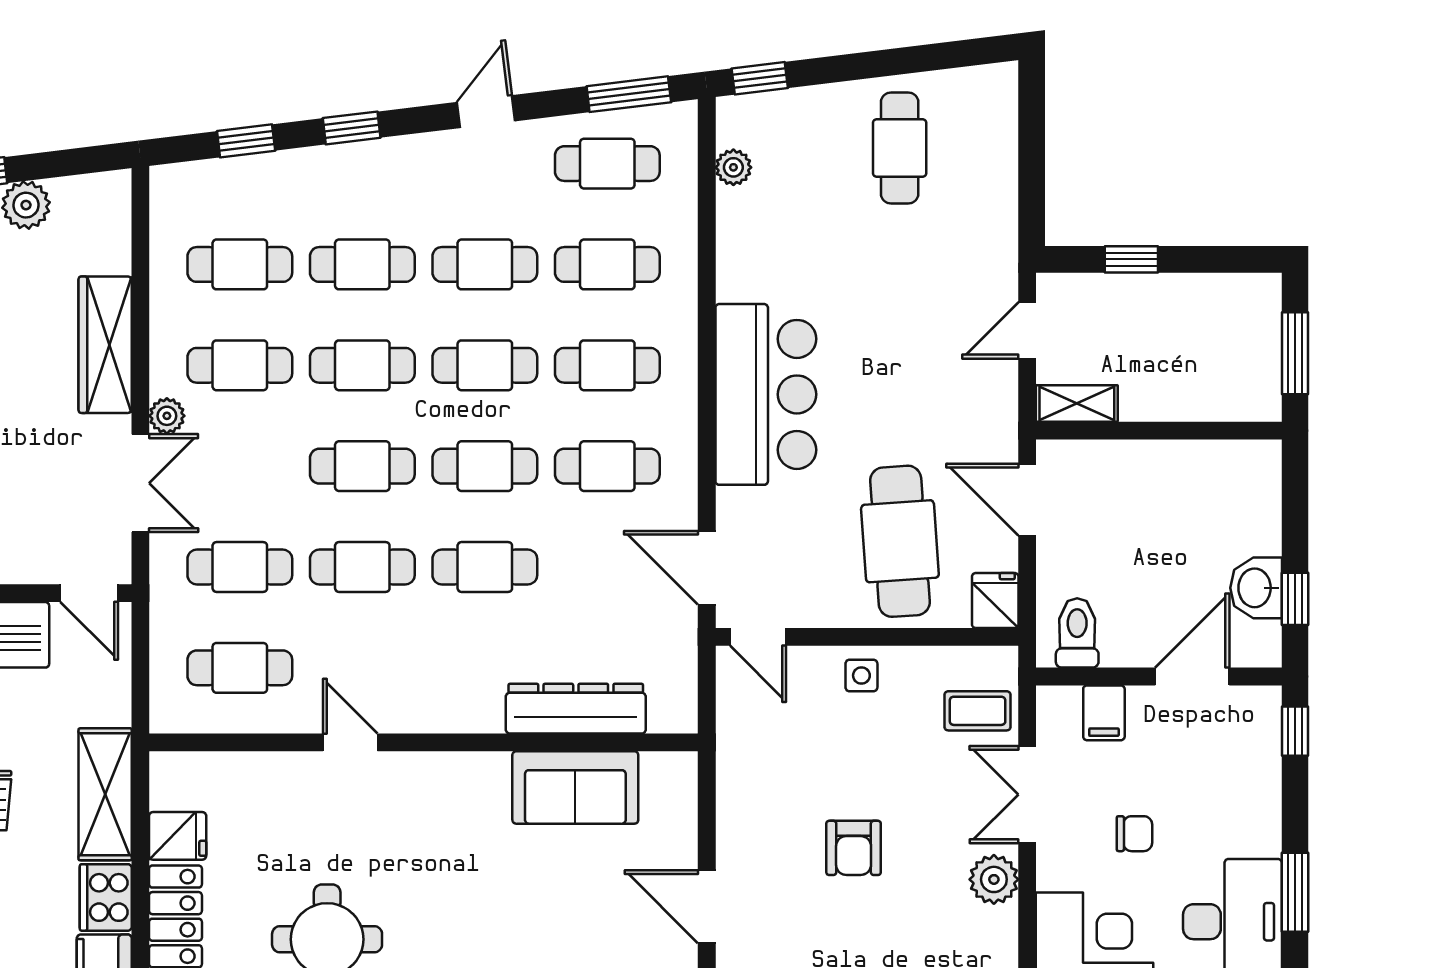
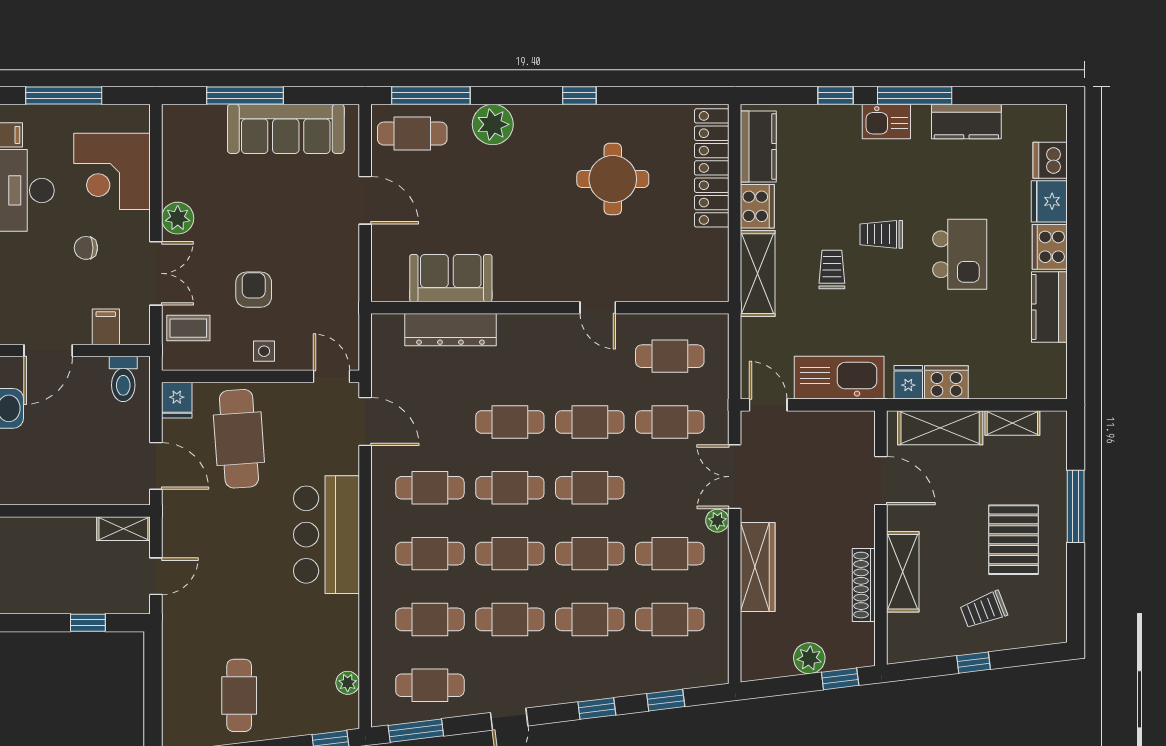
fridge: (178, 836) -> (710, 246), removed
armchair: (854, 848) -> (254, 290), moved

